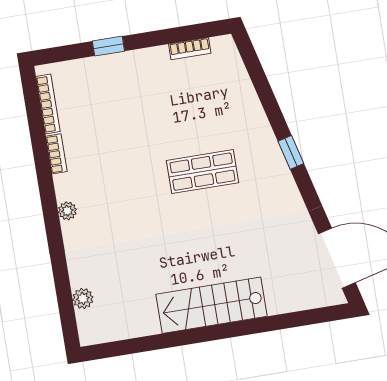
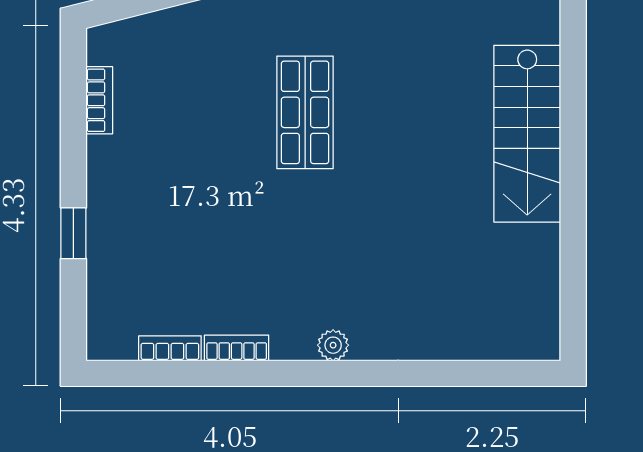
bookcase: (48, 104) -> (170, 348), width x0.64
plant: (83, 298) -> (481, 343), removed

